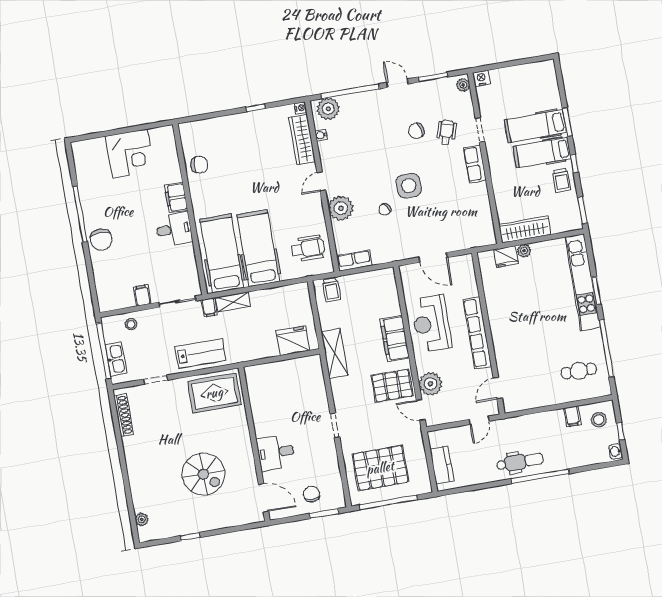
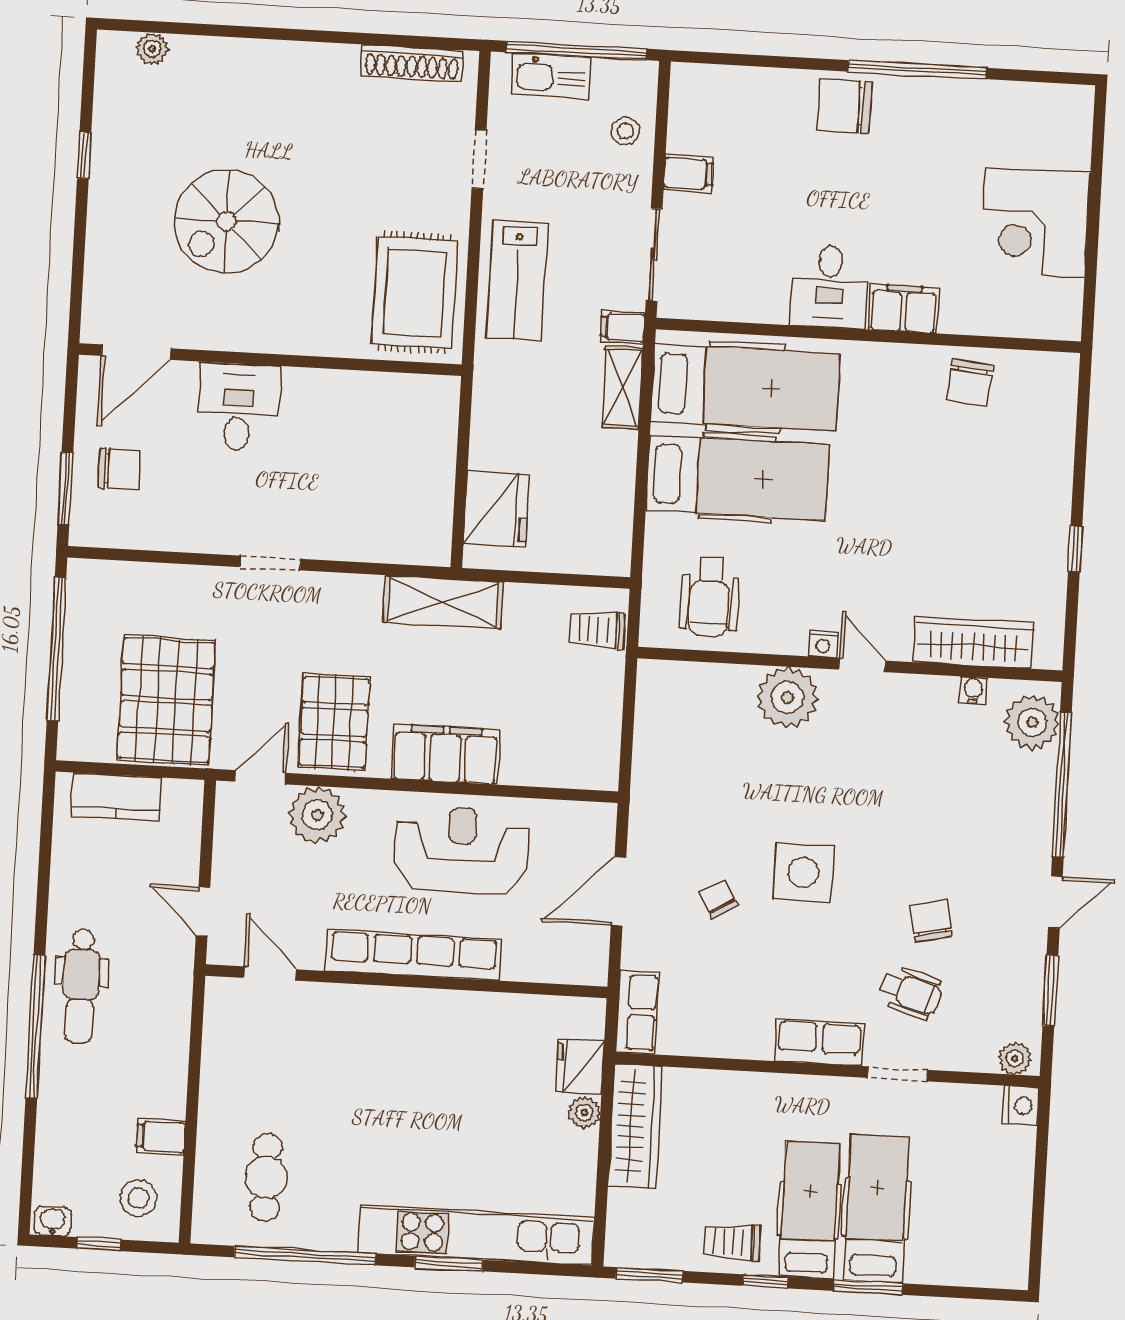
nightstand: (301, 108) -> (823, 644), moved
chair: (385, 209) -> (719, 899), moved
row of seats: (354, 260) -> (637, 1012), moved
pallet: (380, 468) -> (166, 700), moved

